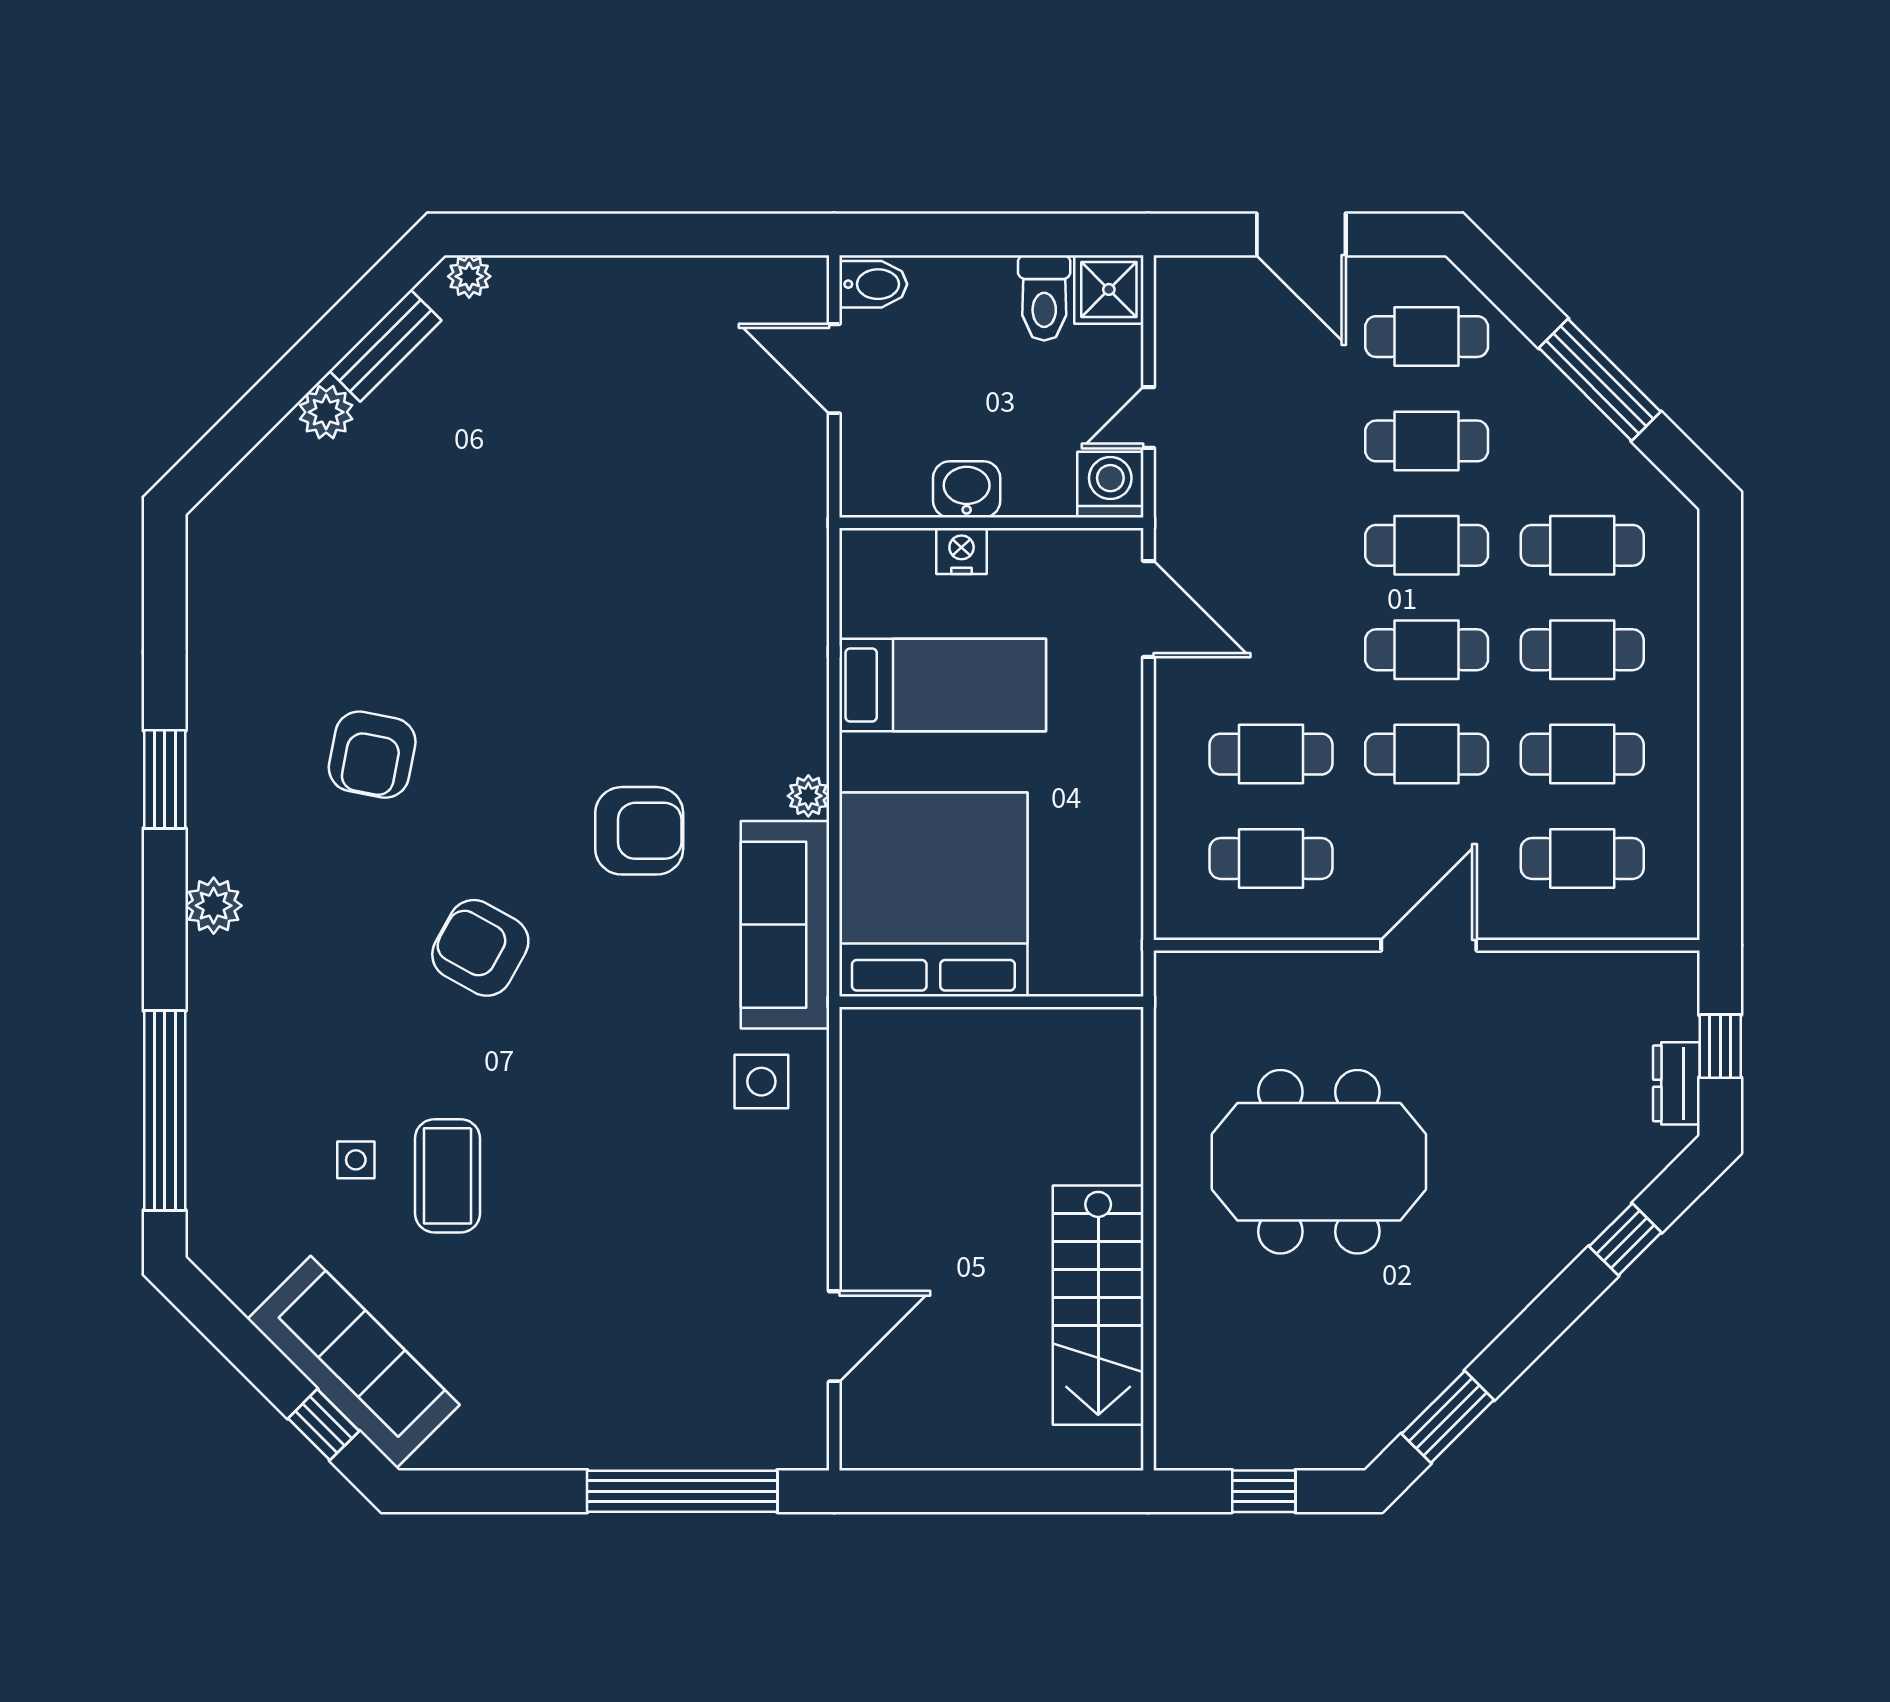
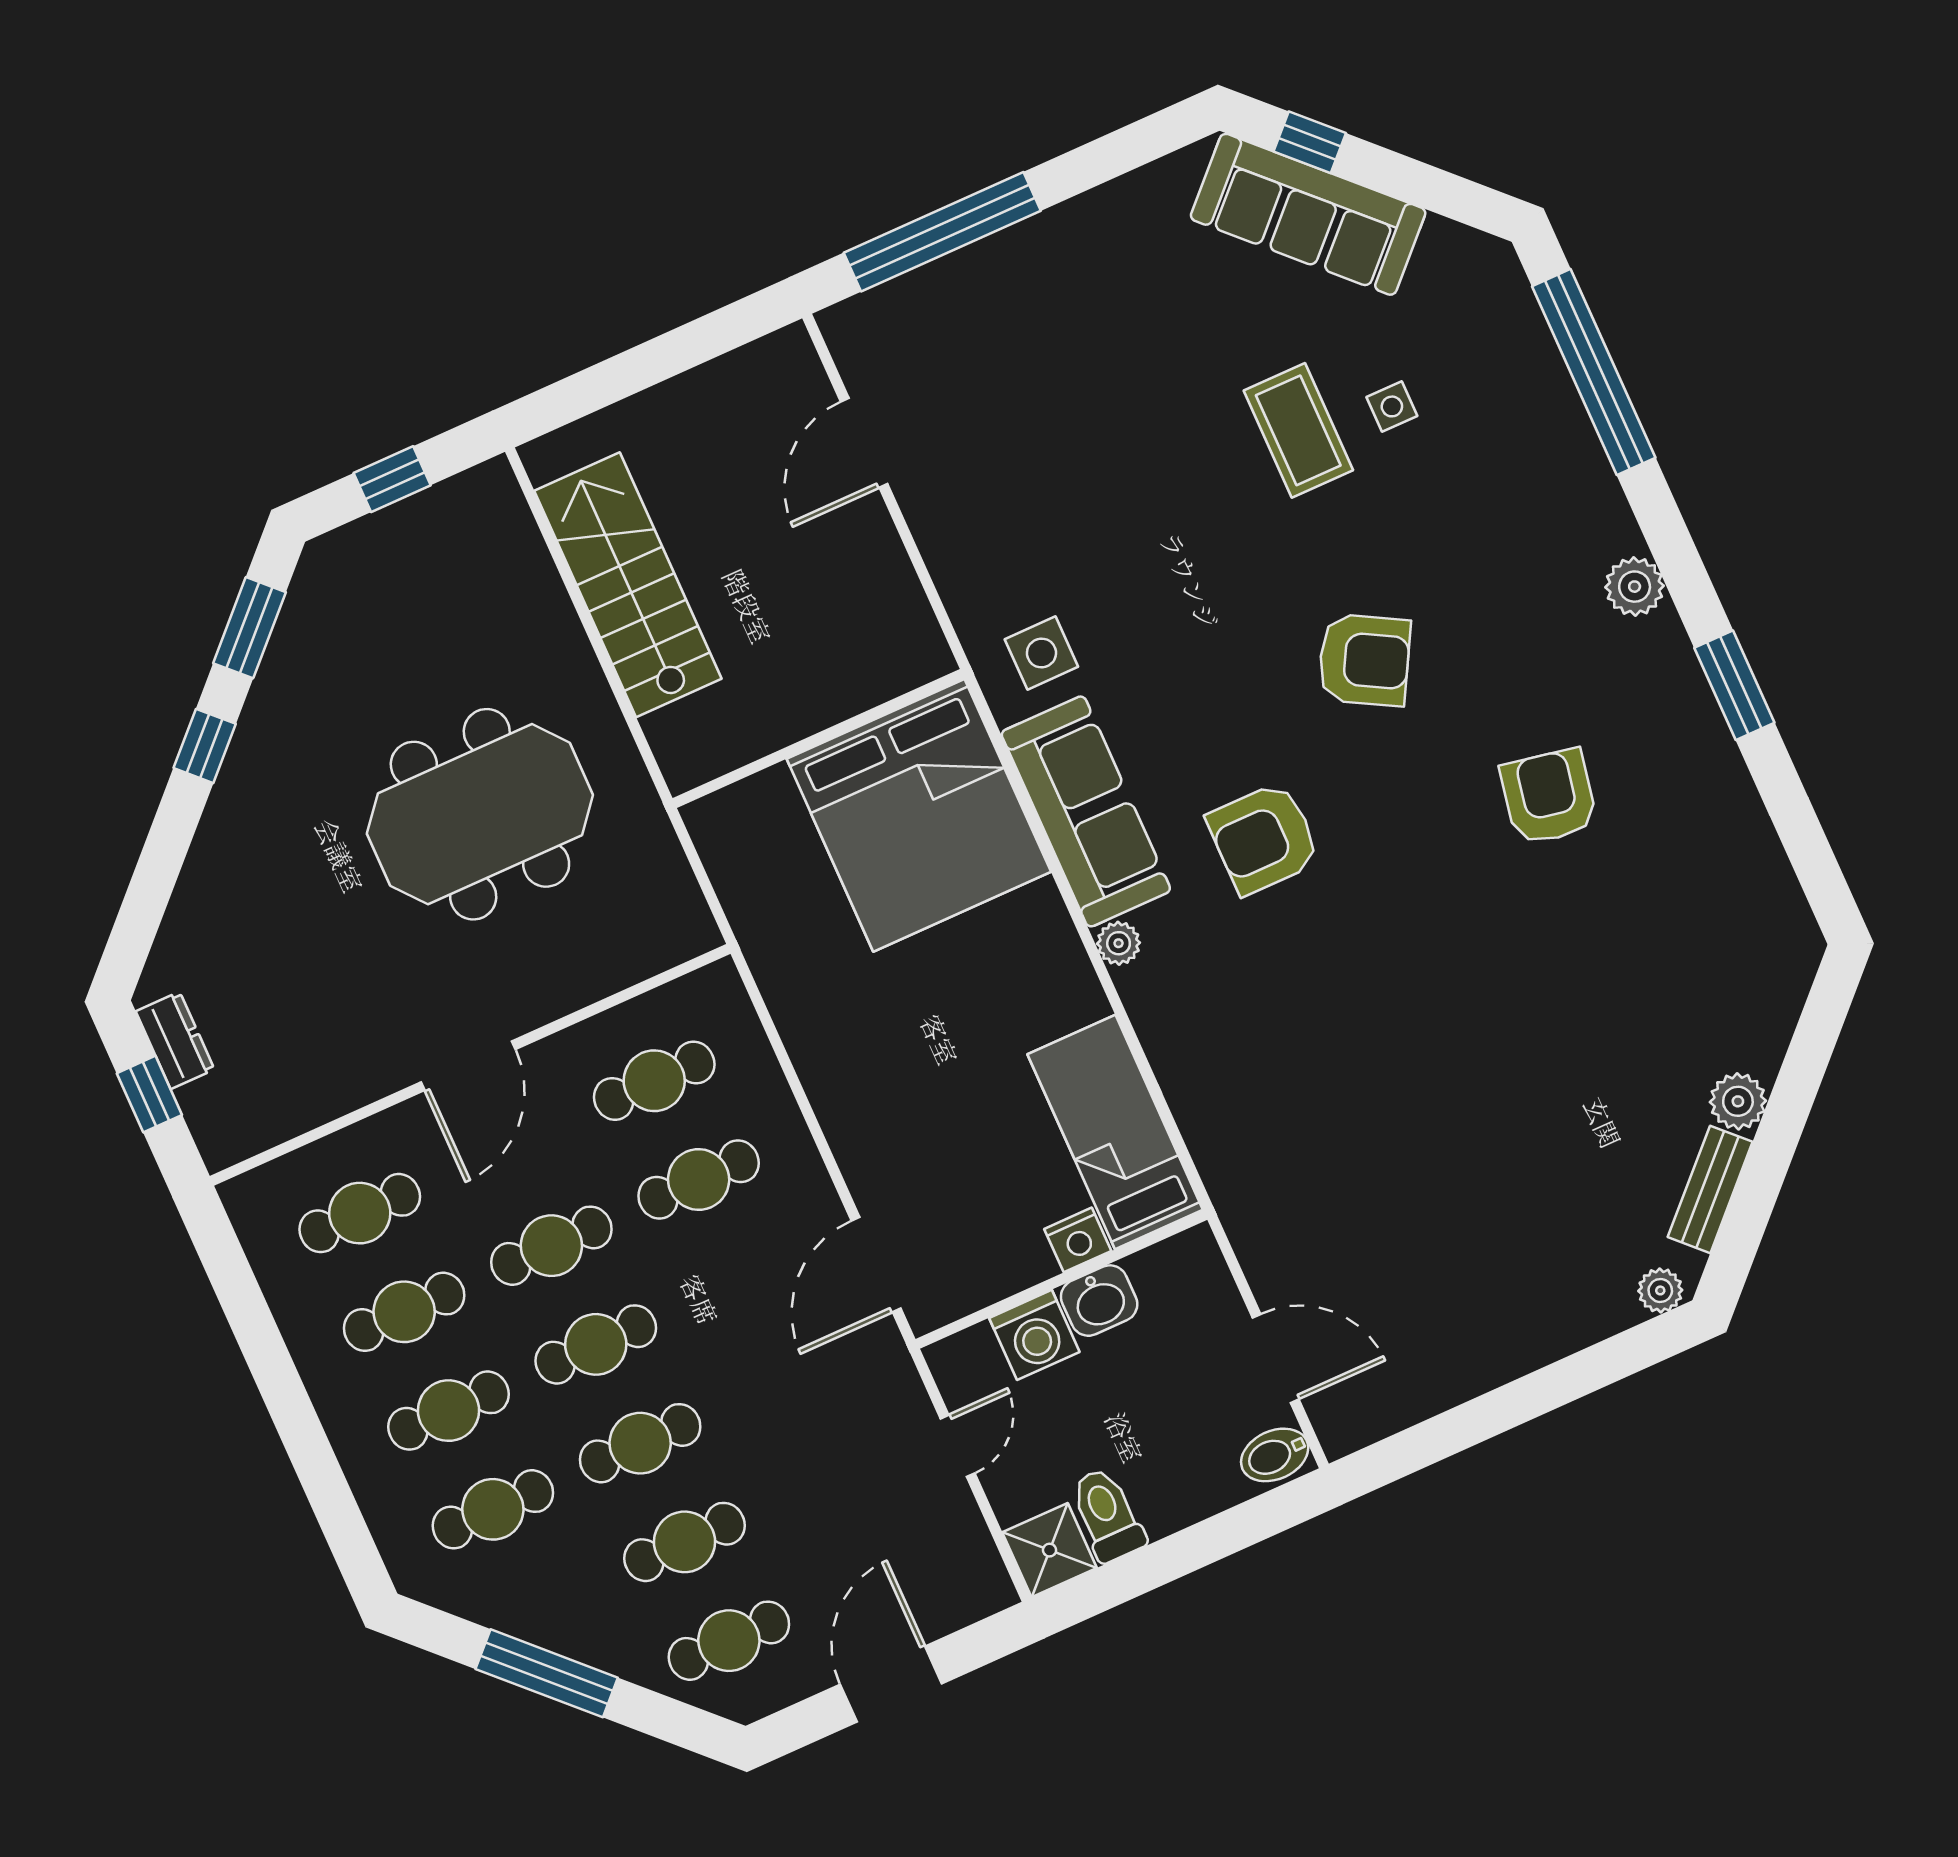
door: (1301, 234) -> (891, 1684), hinge flipped
washing machine: (1110, 485) -> (1034, 1335), moved
door: (1148, 609) -> (876, 1265), hinge flipped
bed: (943, 685) -> (1115, 1132), moved, turned 90
bed: (933, 895) -> (919, 815), moved
wall: (991, 1002) -> (818, 739), moved
window: (1625, 1239) -> (205, 746), moved

